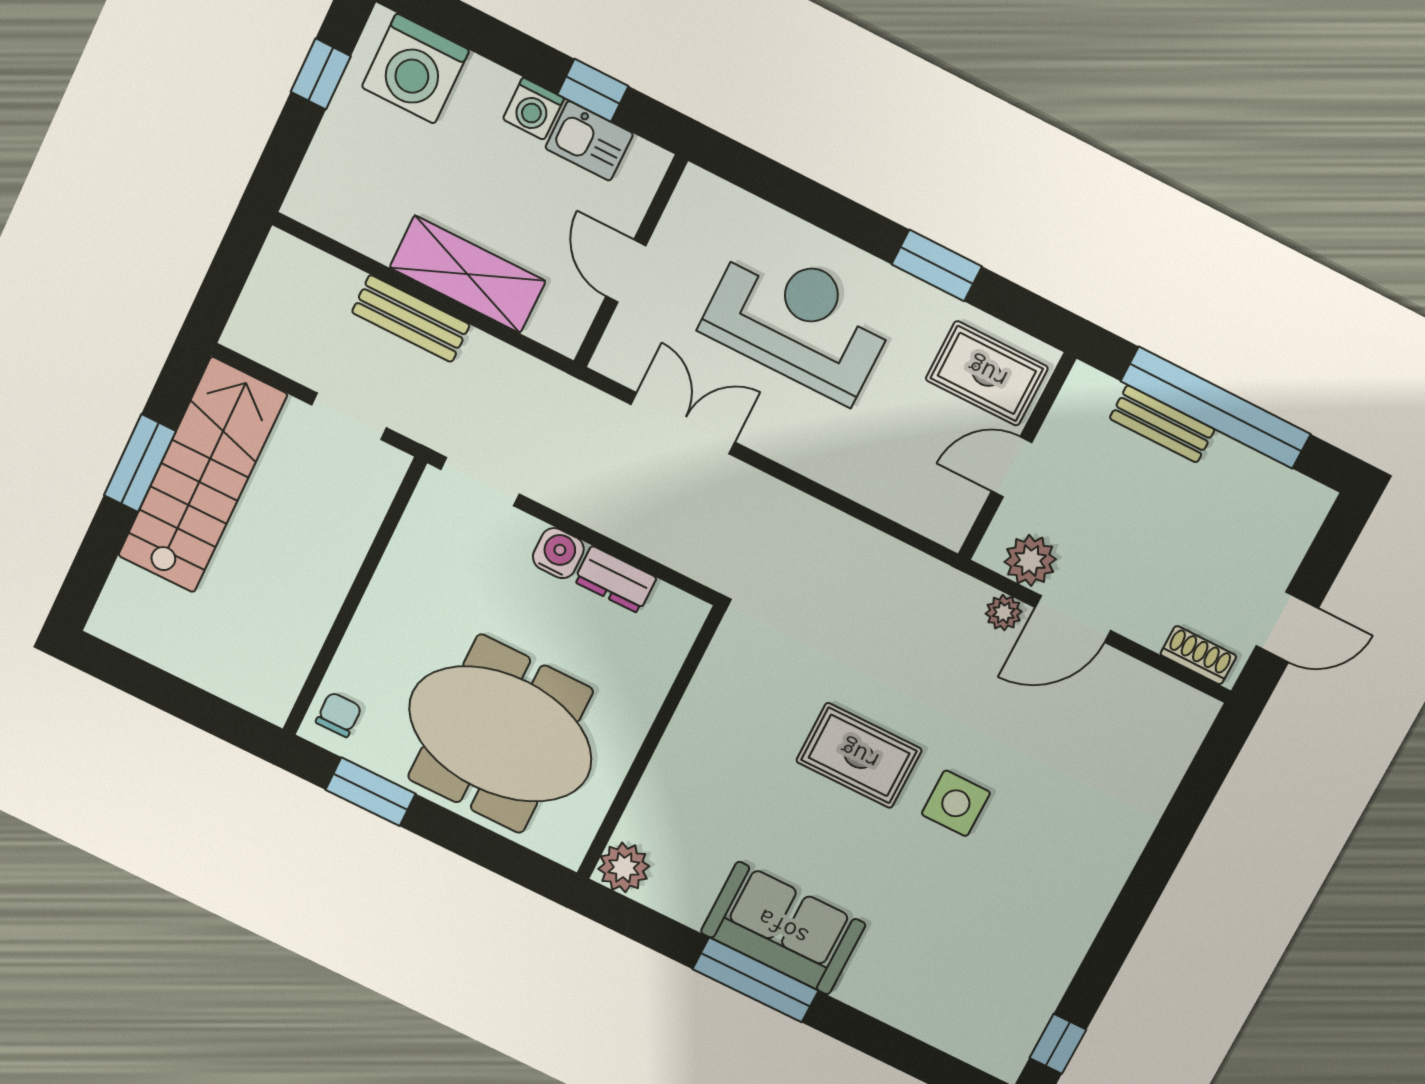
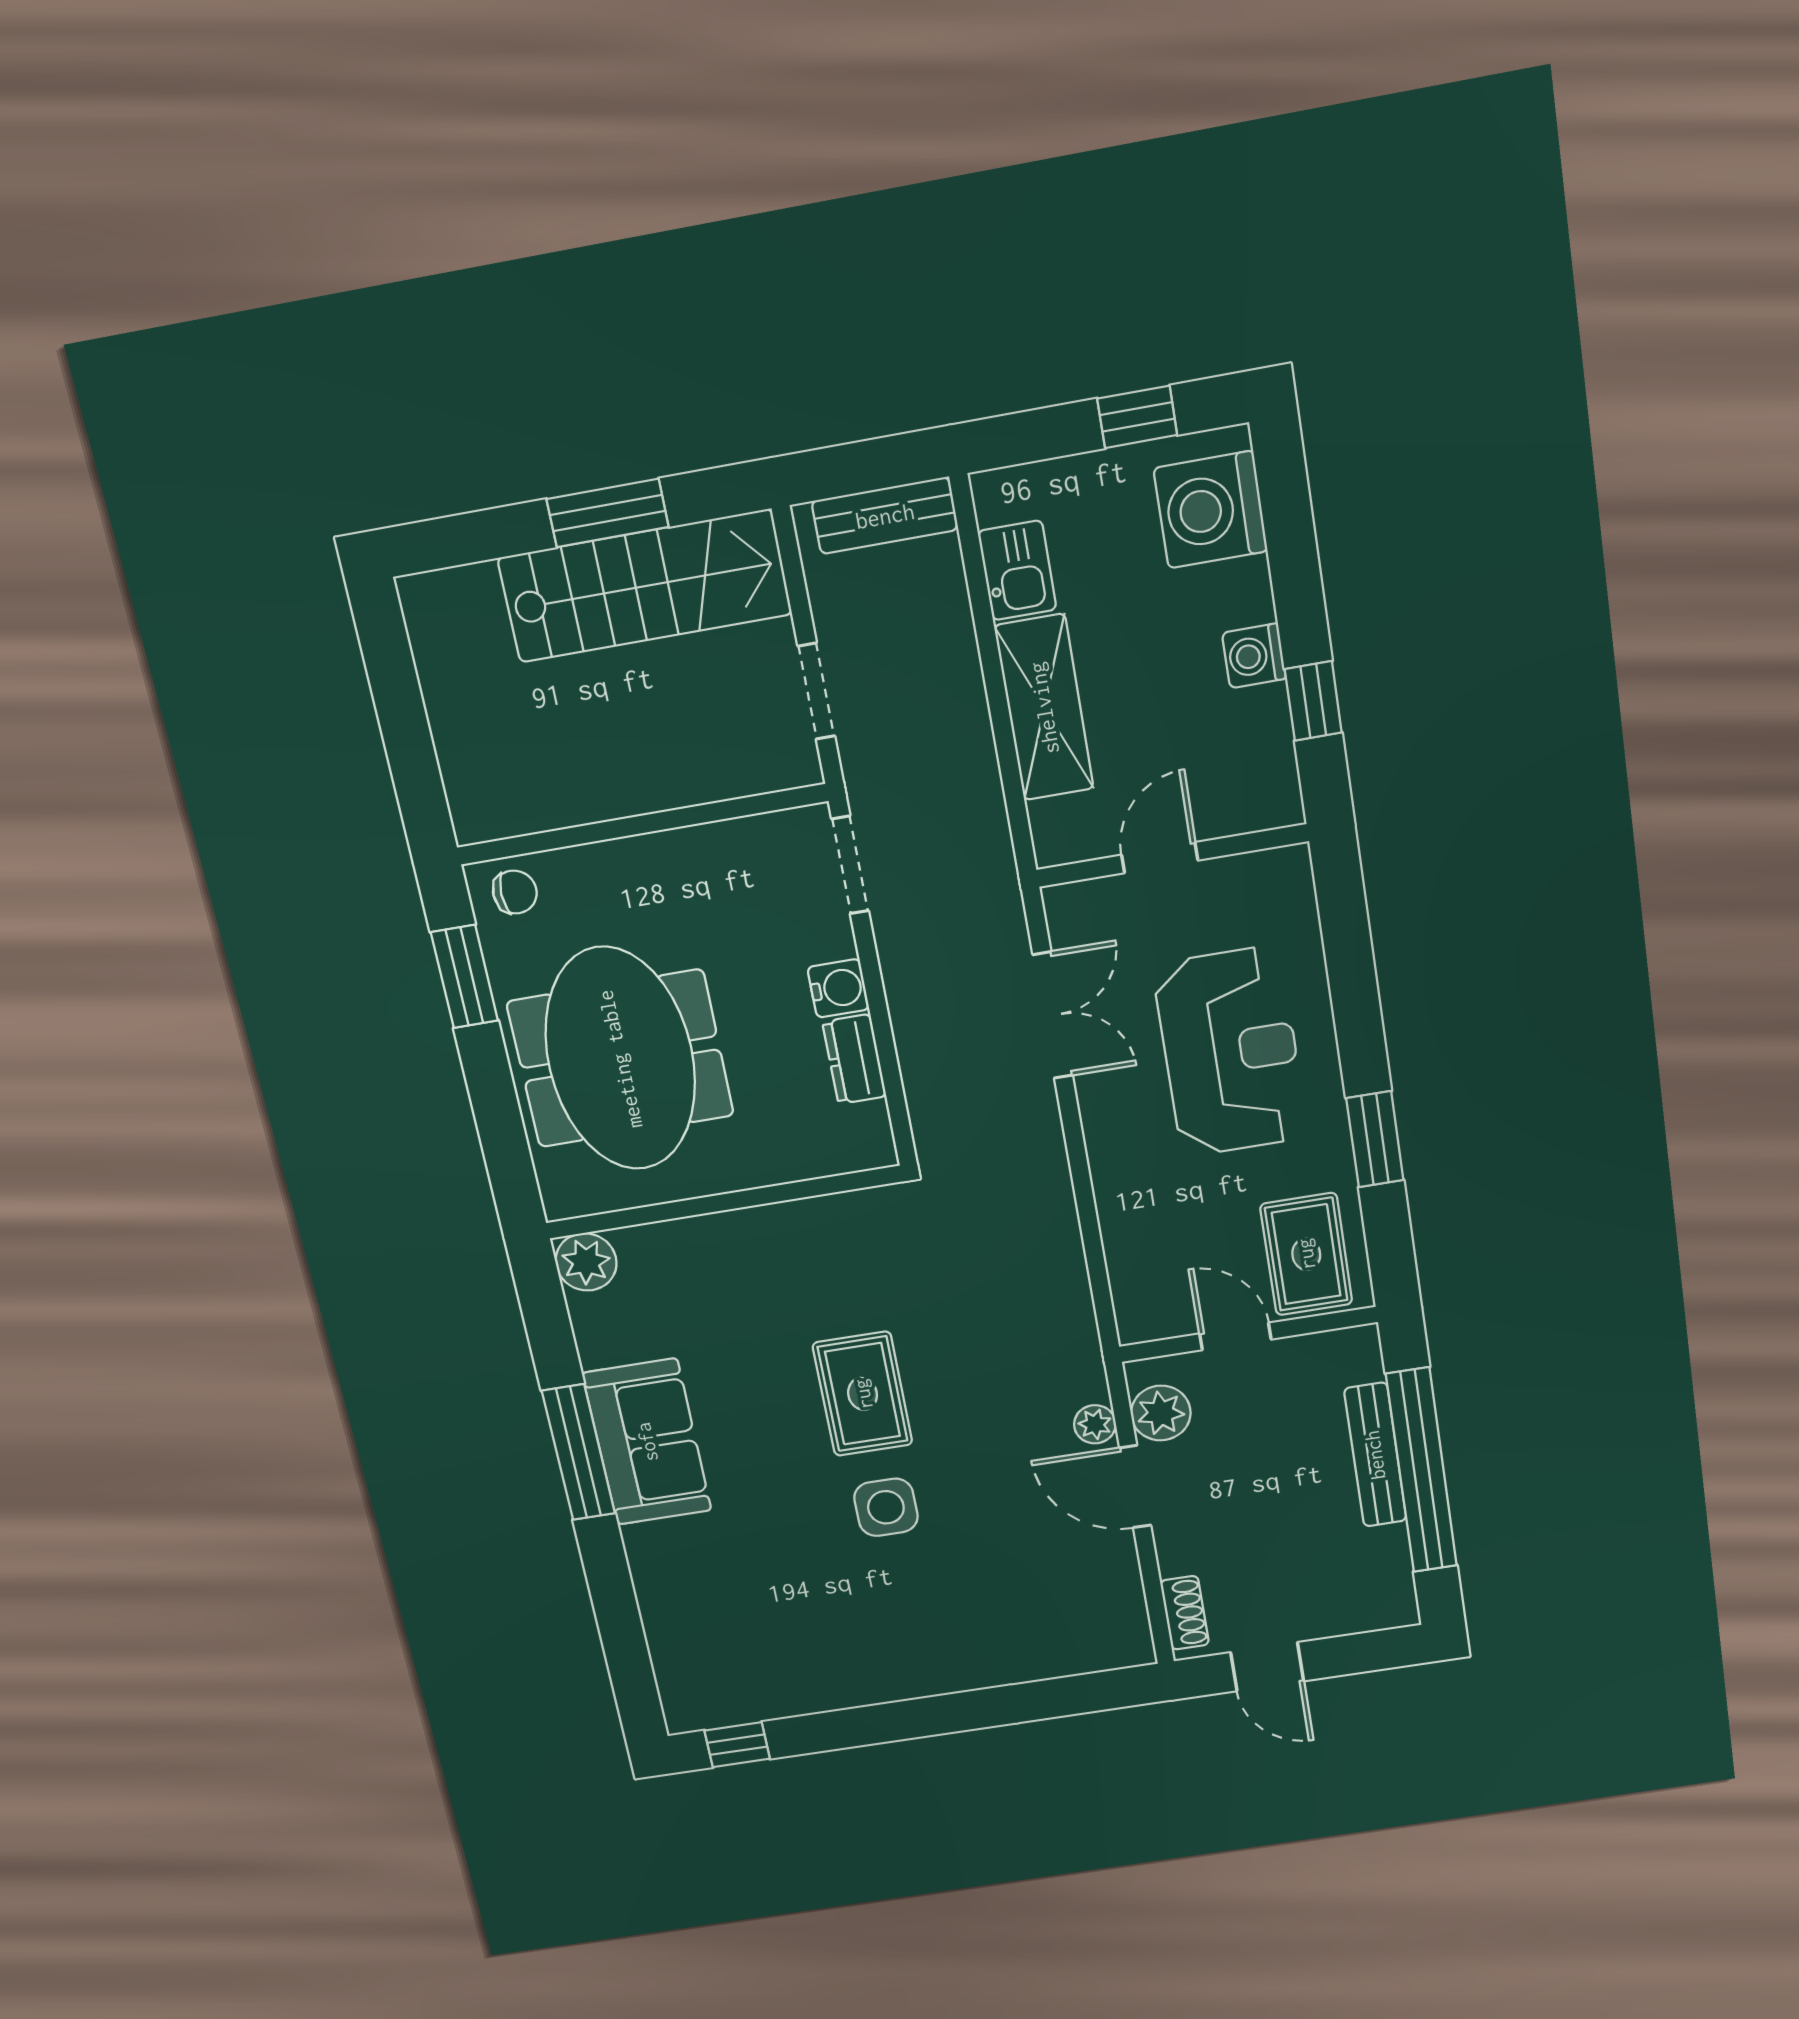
kitchen sink: (589, 141) -> (1017, 570), moved, turned 180
bench: (411, 319) -> (885, 516), moved, turned 90
bench: (1162, 424) -> (1375, 1455), width x1.36

